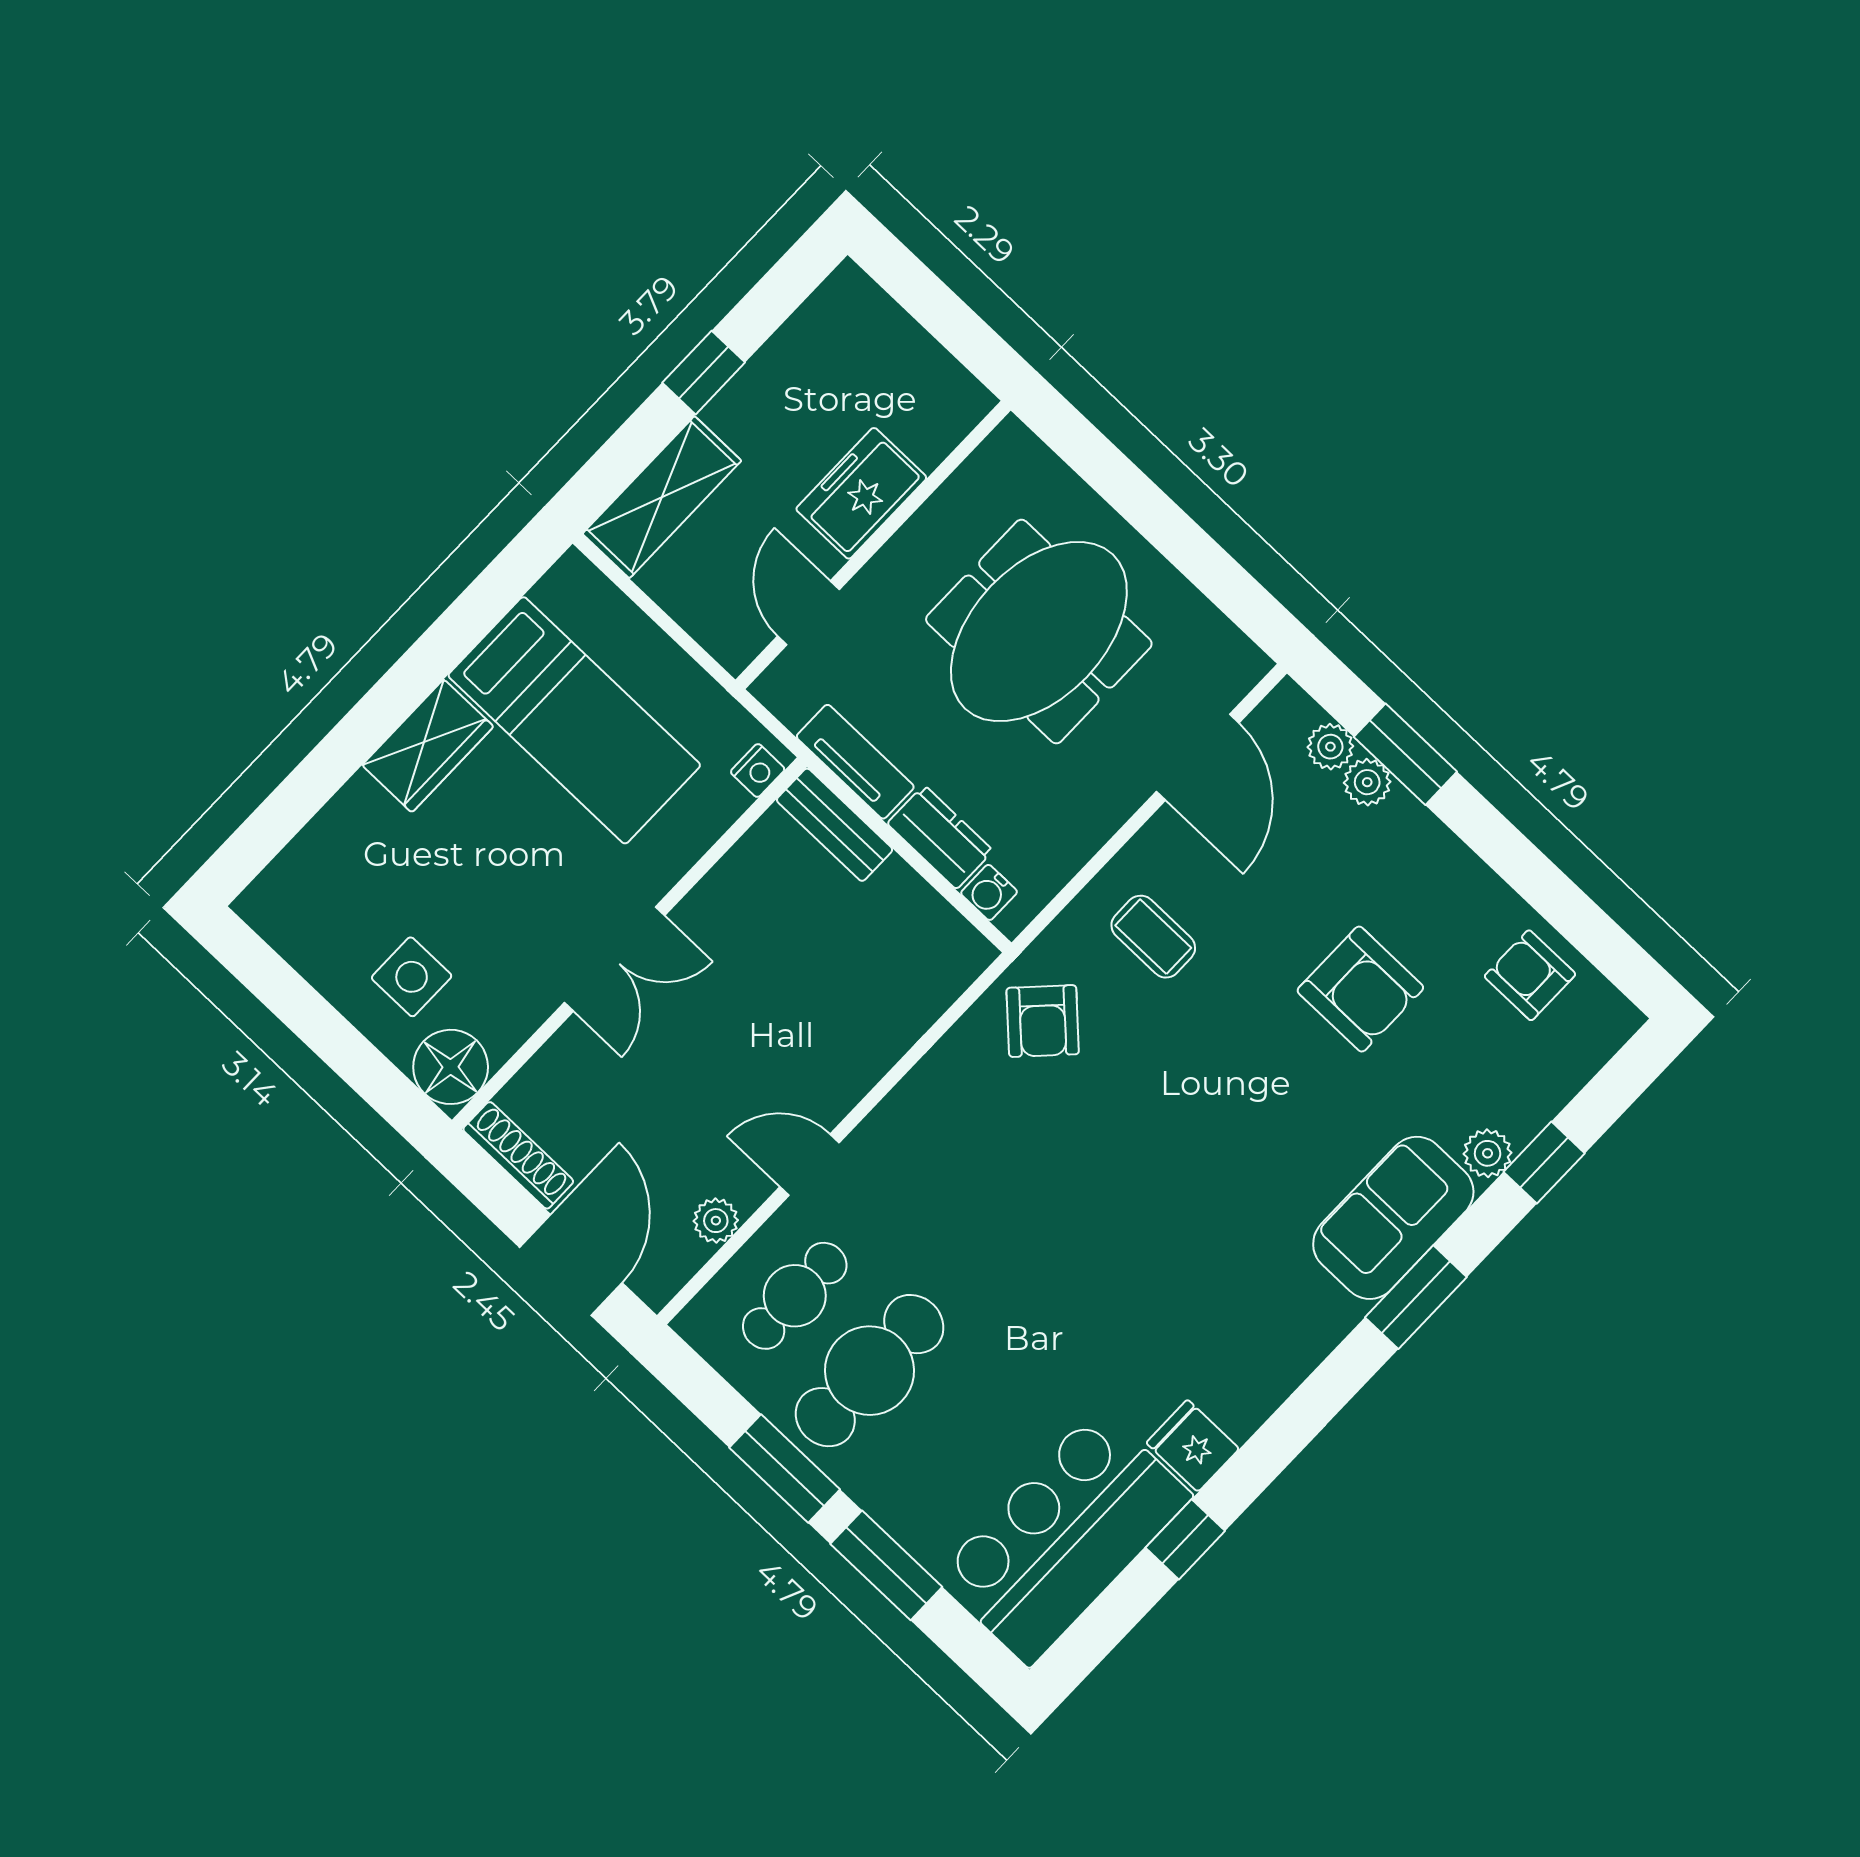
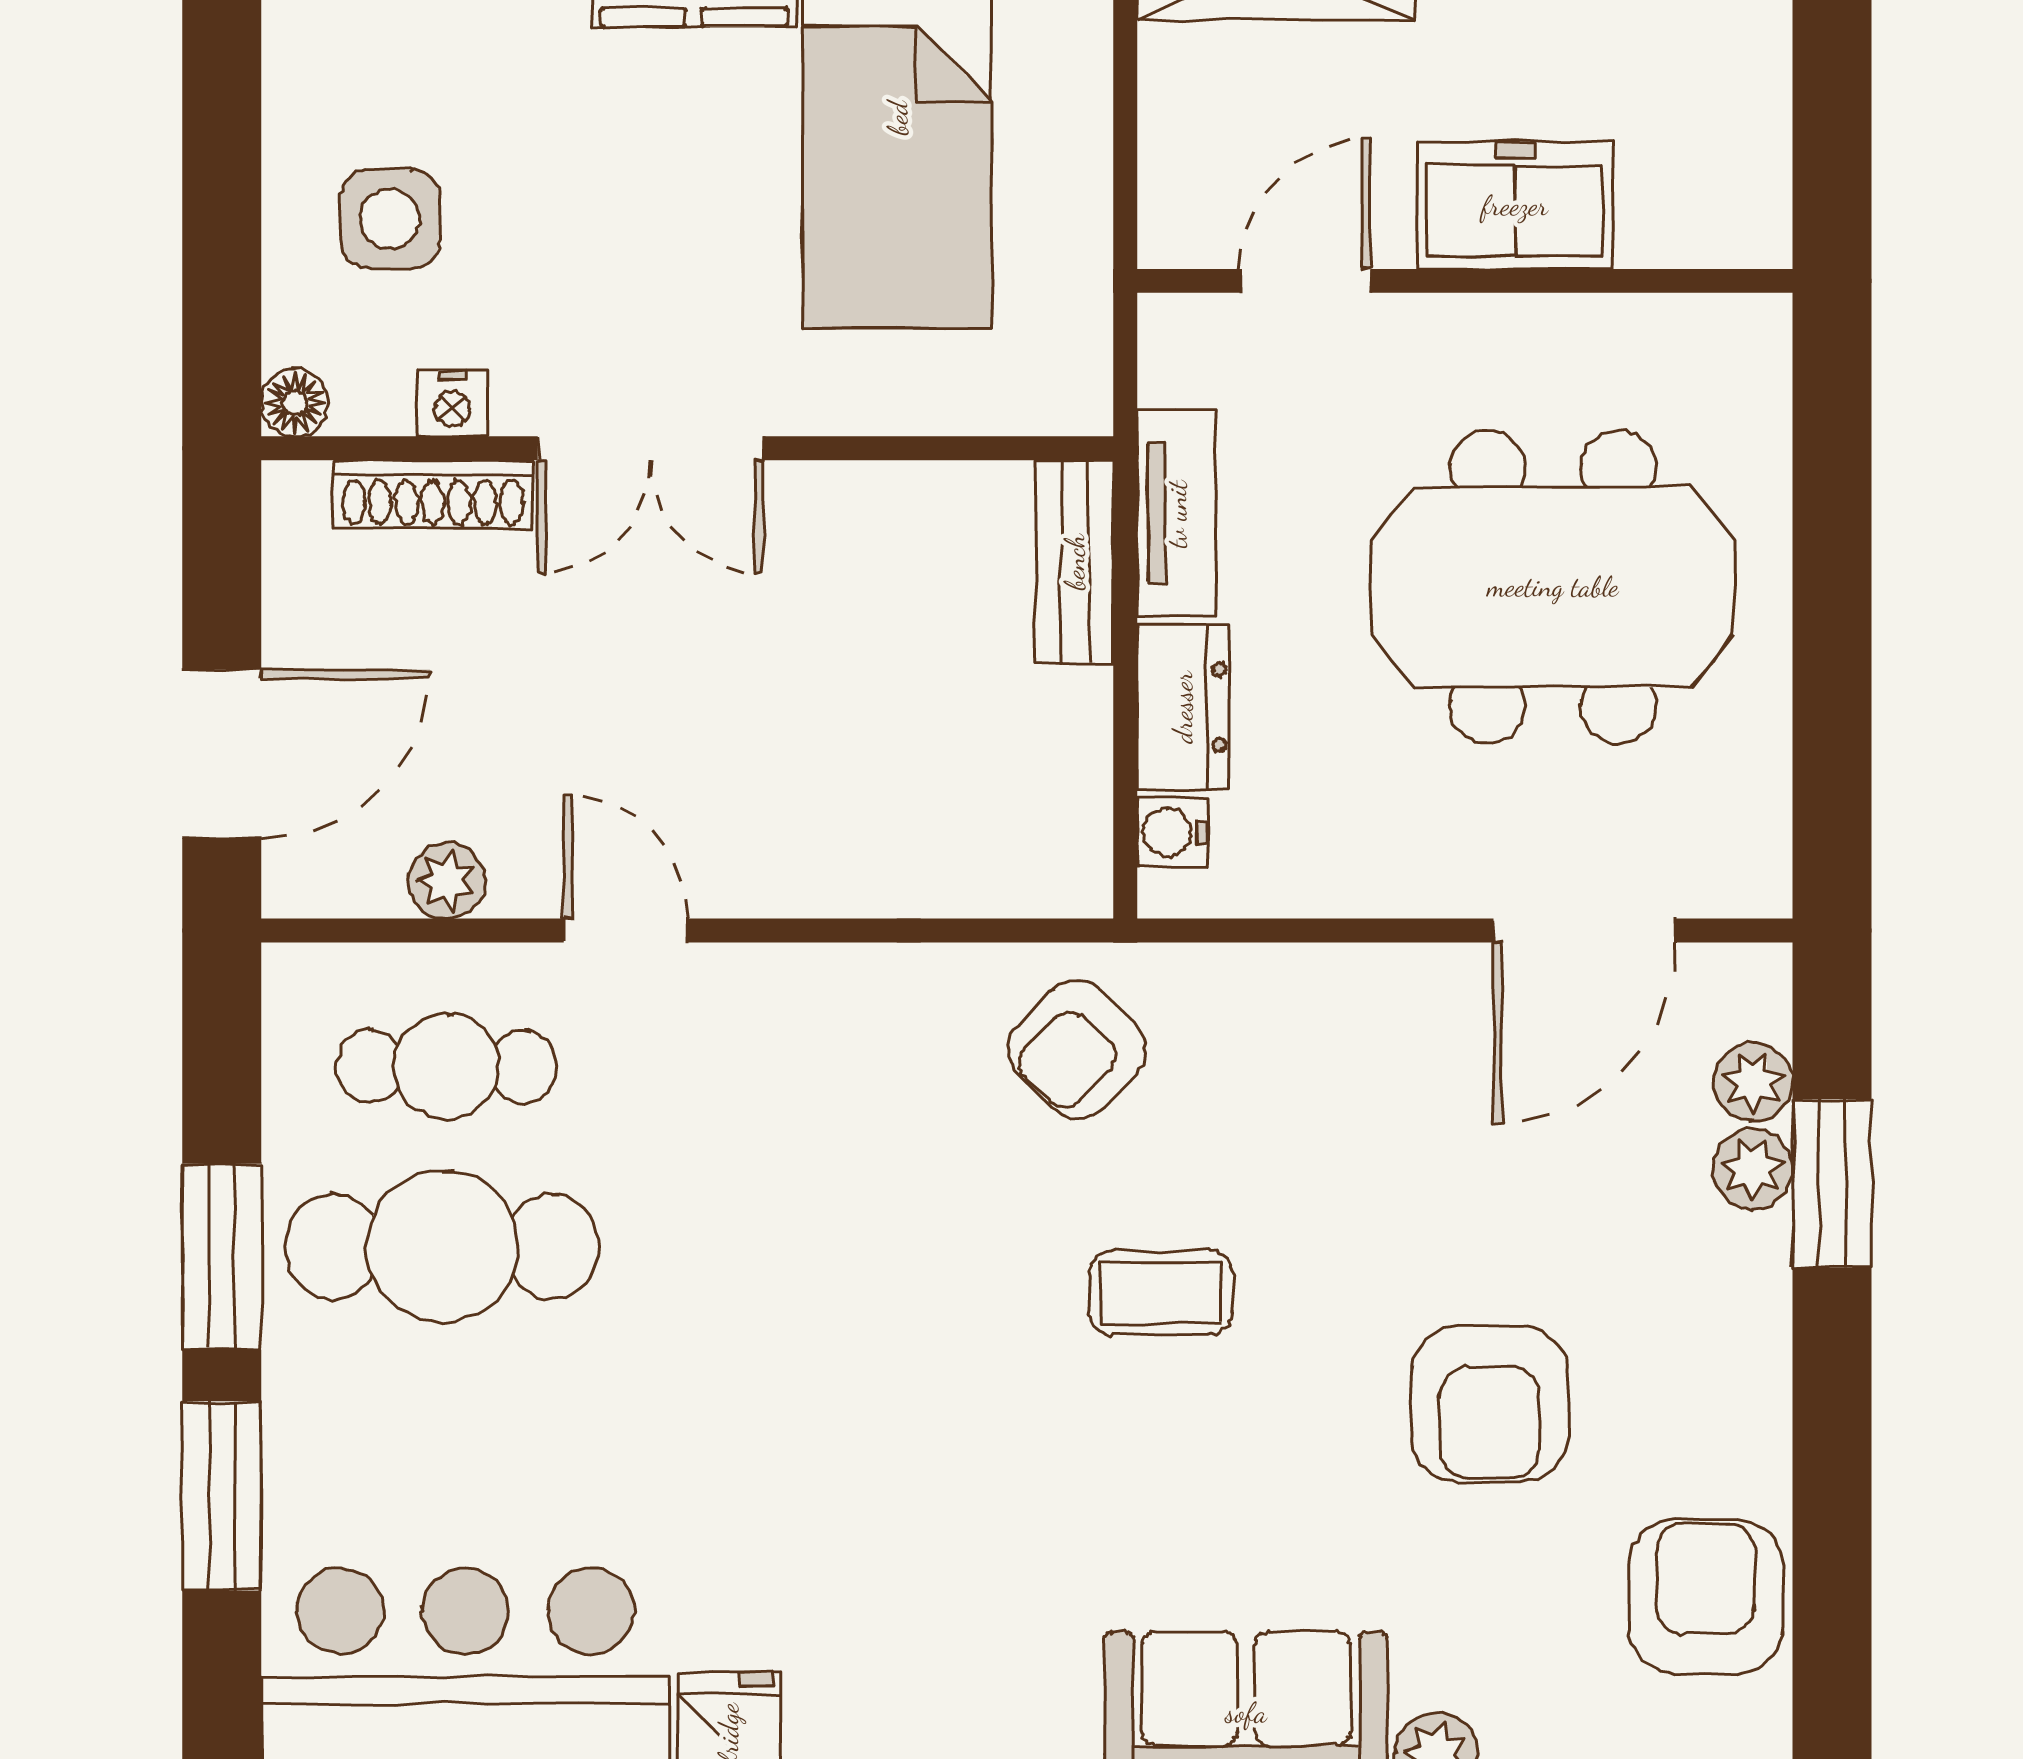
nightstand: (758, 771) -> (453, 403), moved
coffee table: (1153, 937) -> (1161, 1293), moved, turned 90
armchair: (1530, 975) -> (1706, 1597), width x1.38, depth x1.38
floor lamp: (451, 1067) -> (295, 403), width x0.53, depth x0.53
shoe rack: (518, 1155) -> (433, 494), moved, turned 90

